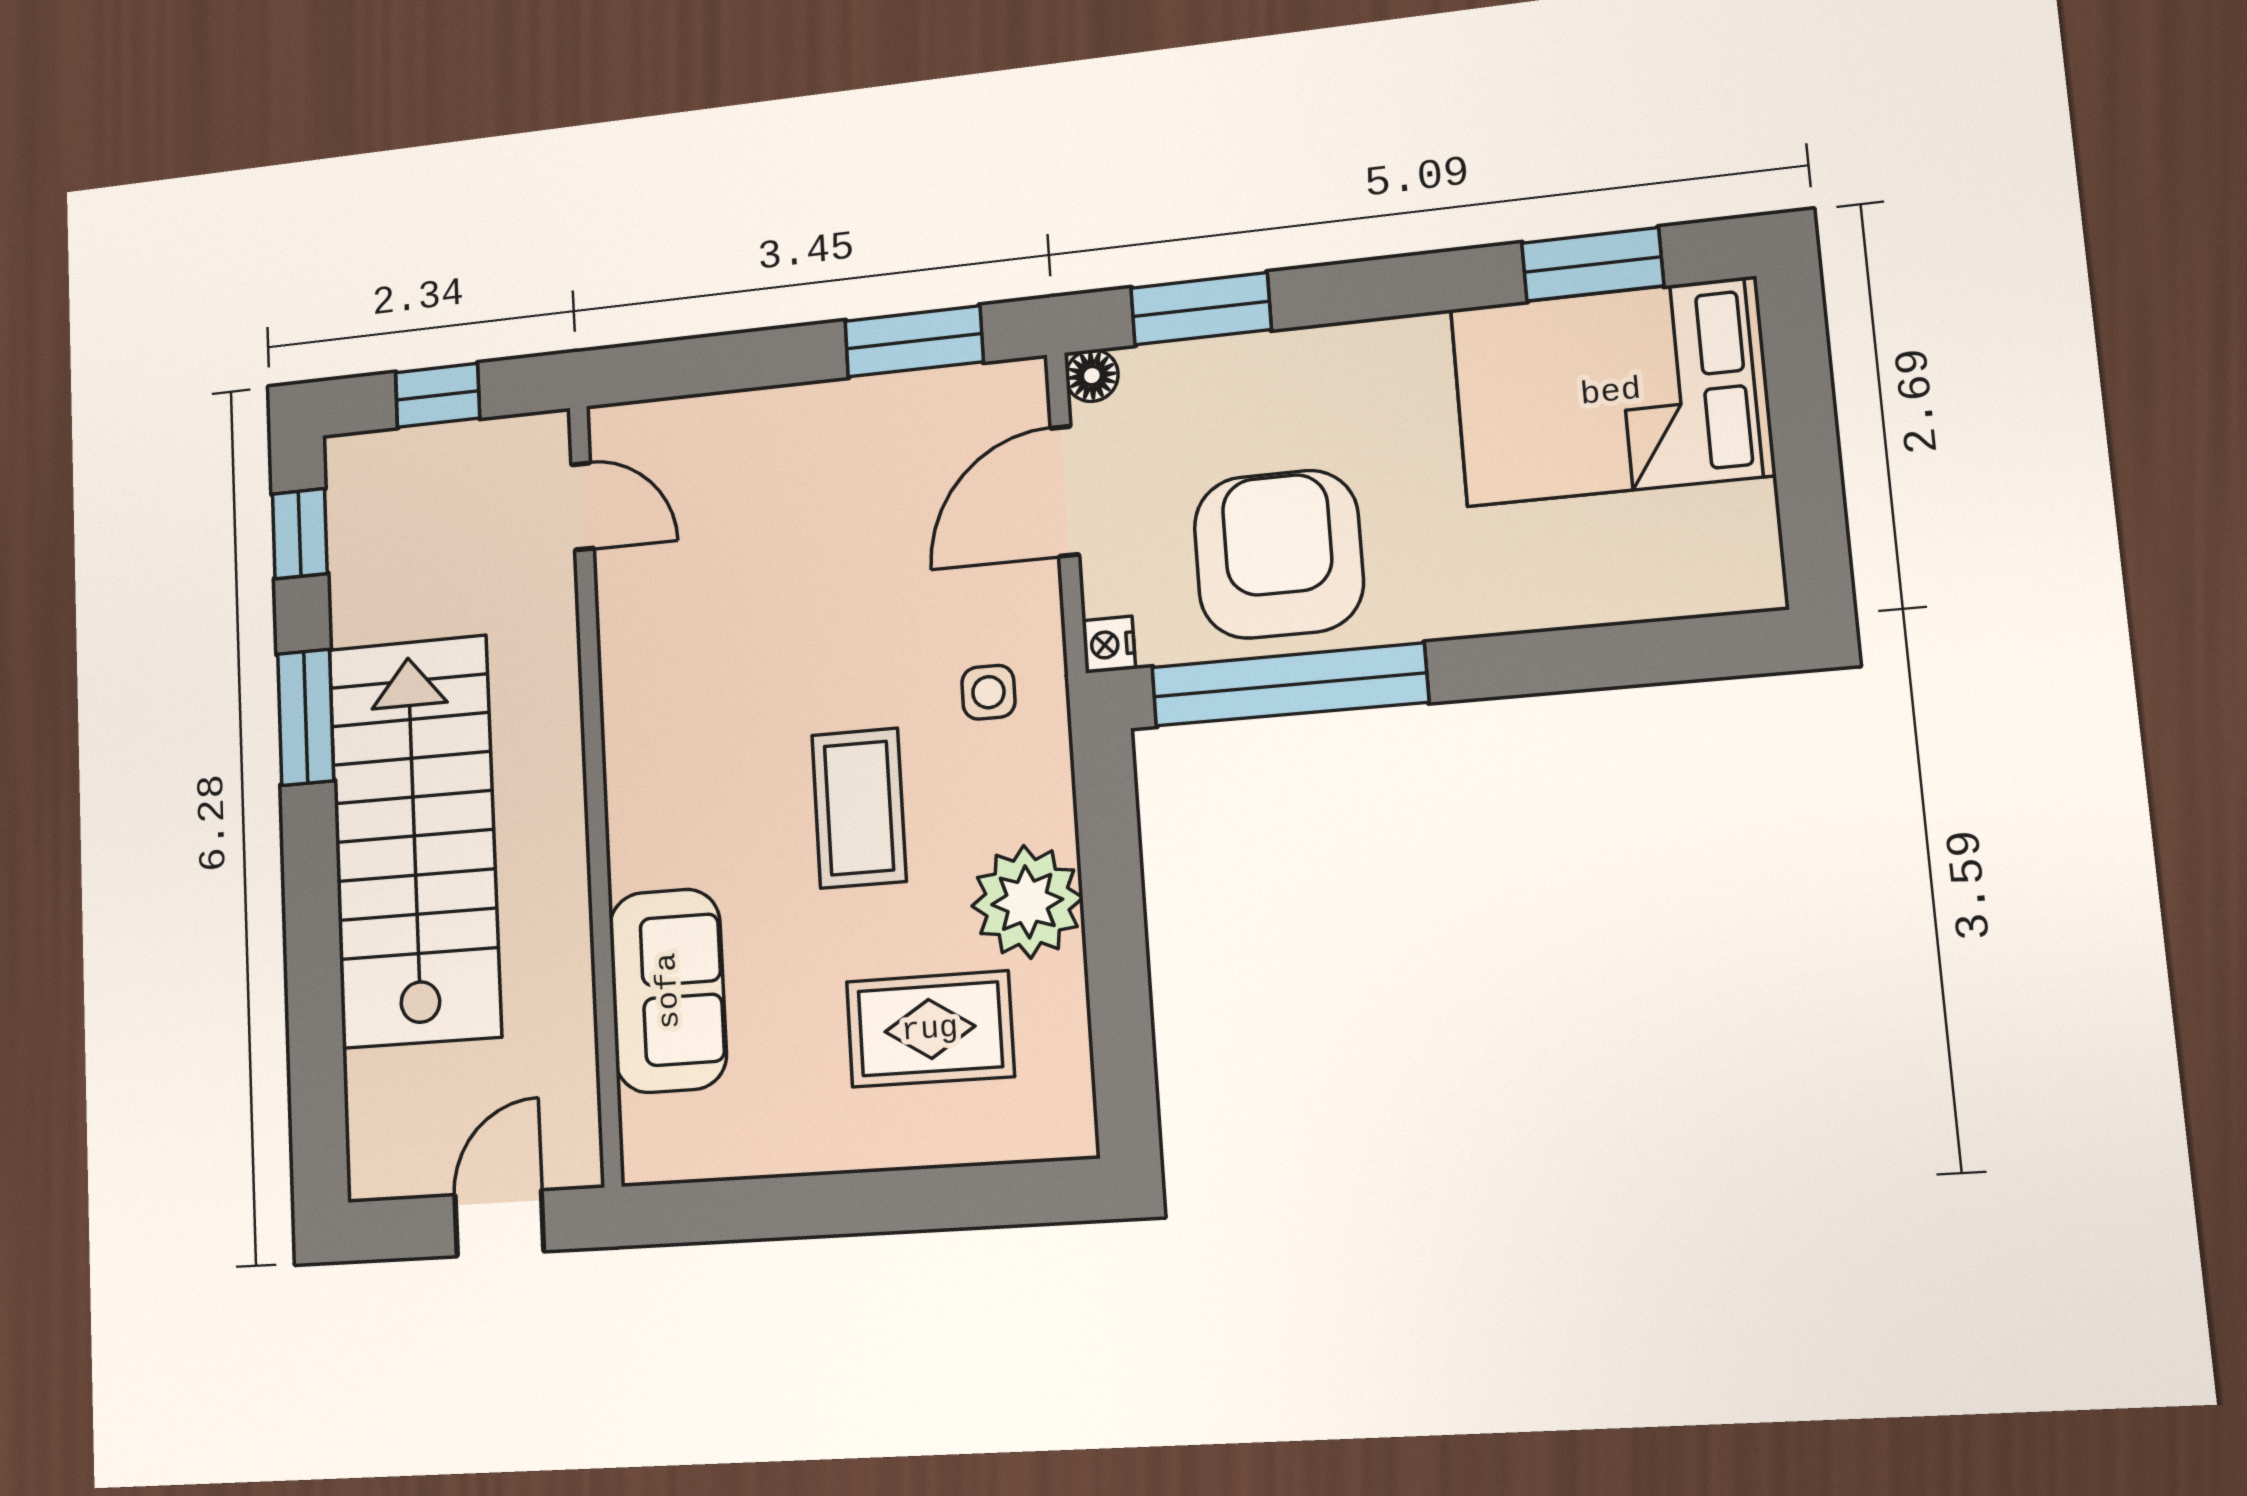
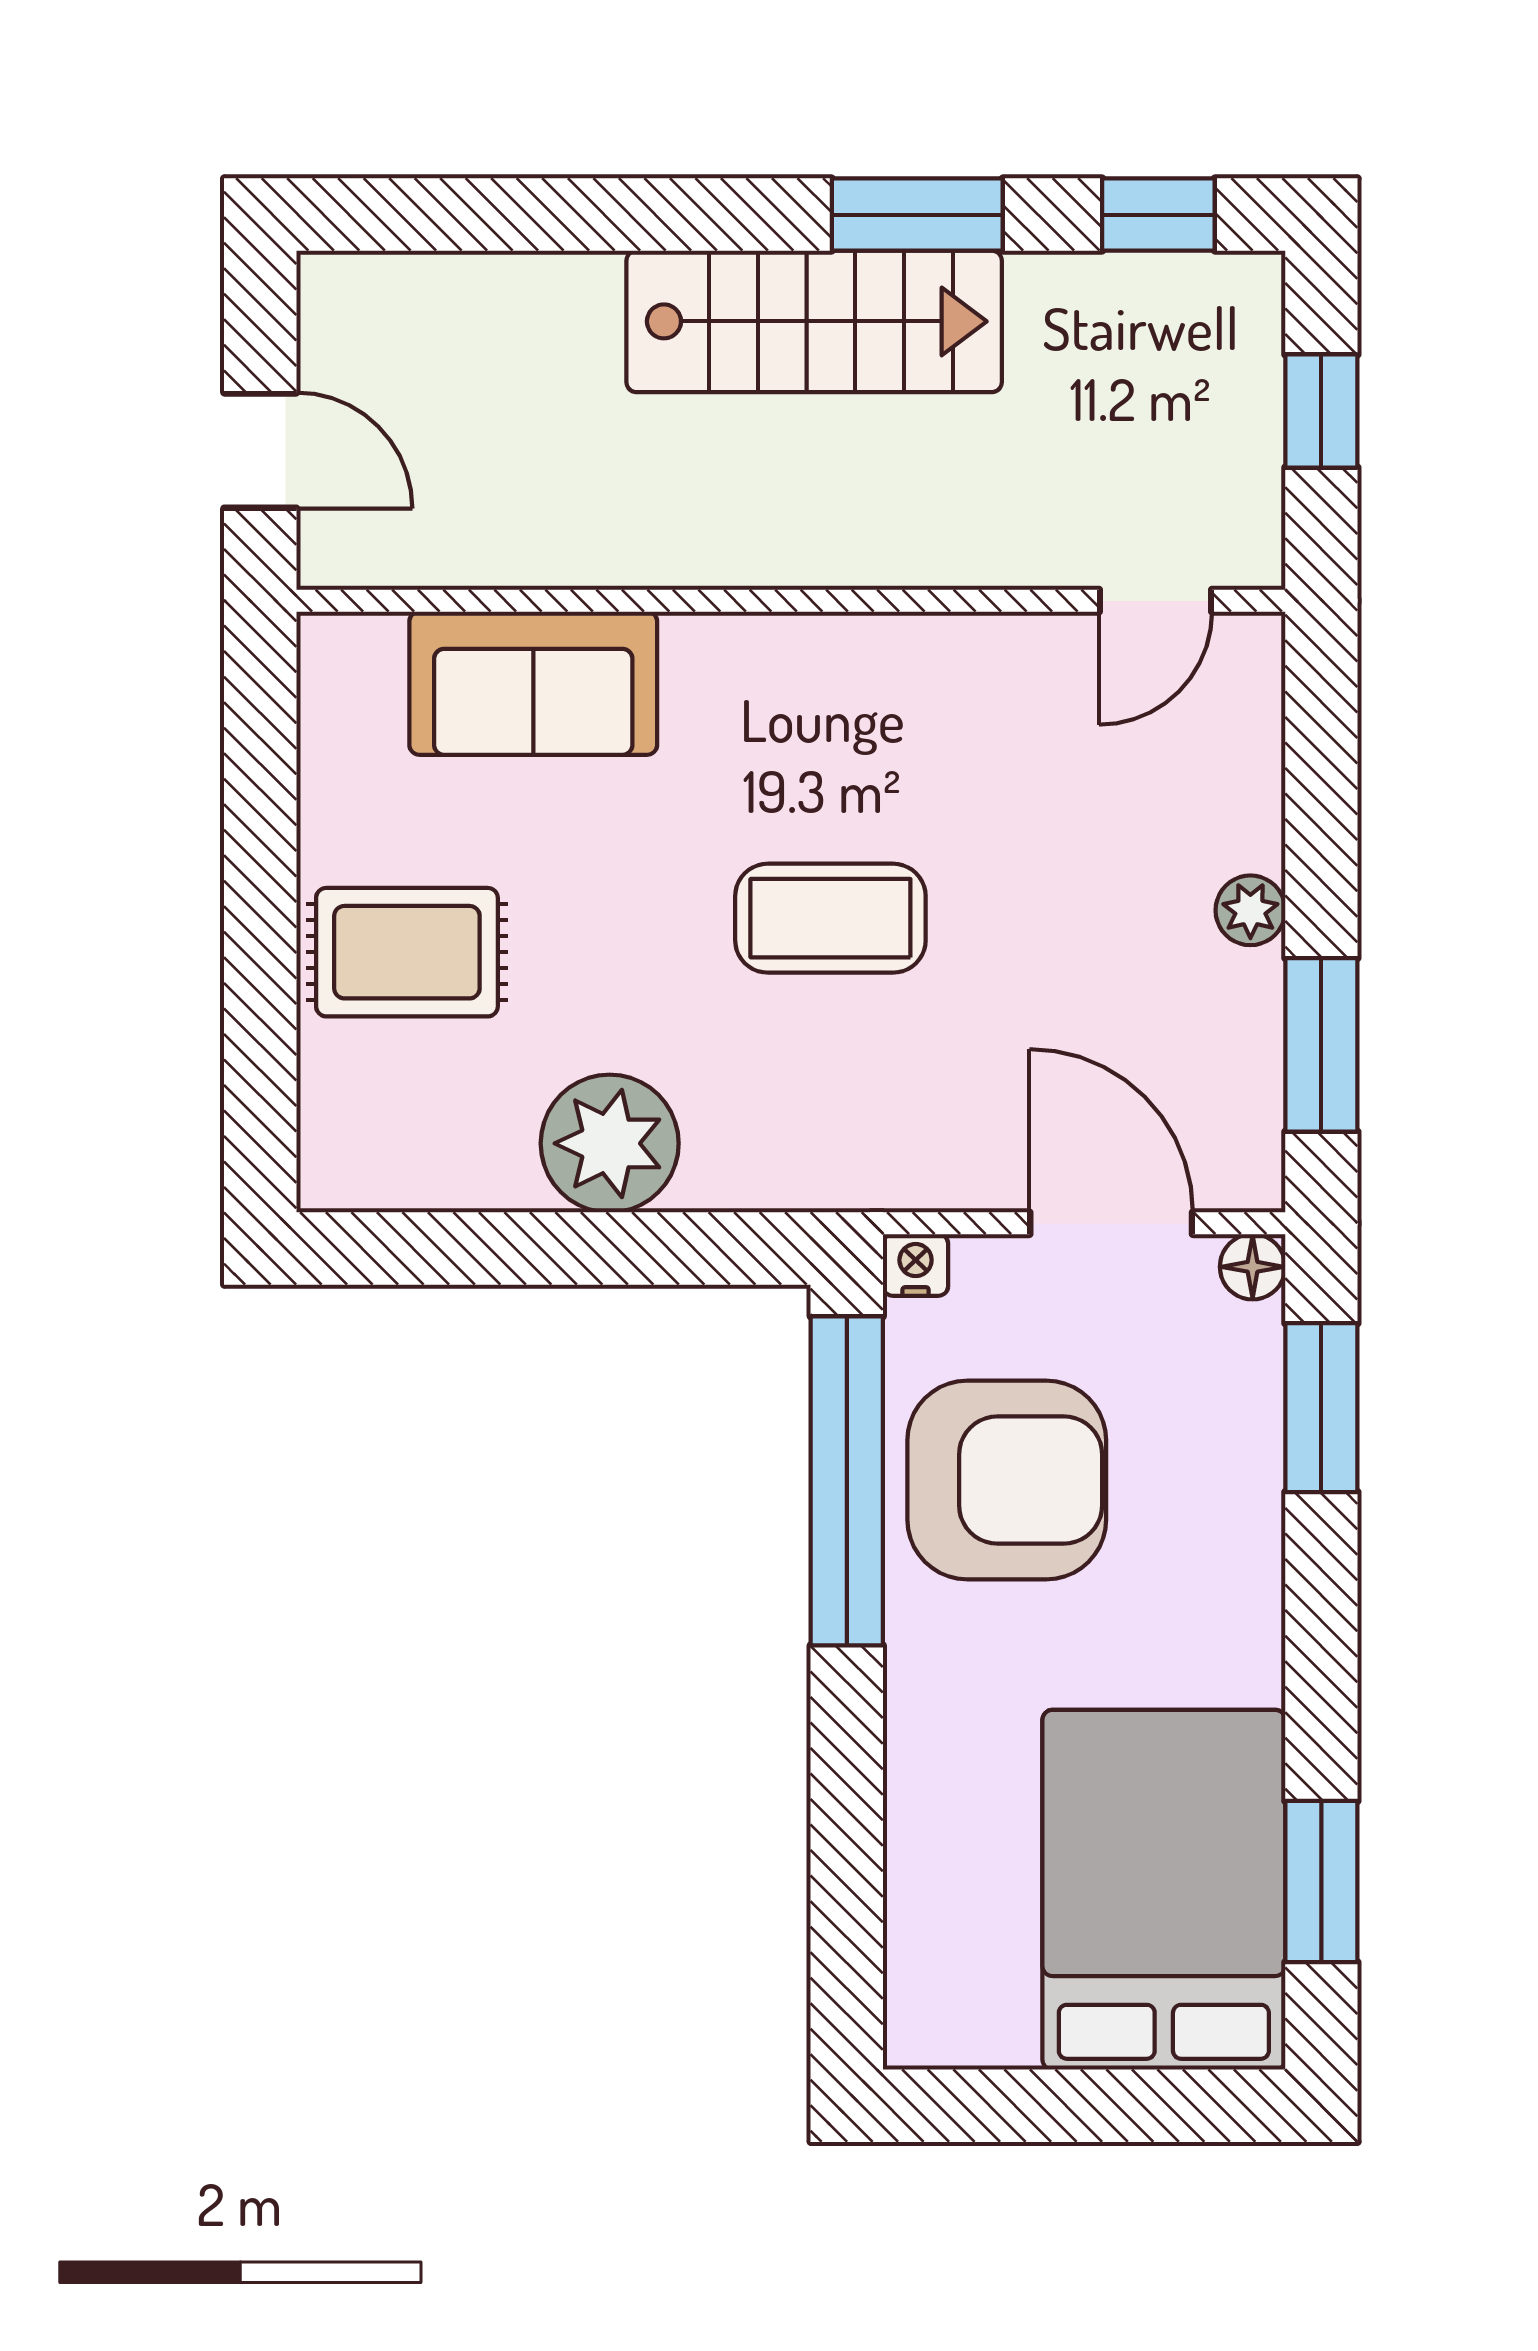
plant: (813, 408) -> (1250, 910), added
side table: (988, 692) -> (870, 1112), removed
coffee table: (859, 808) -> (830, 918), moved
stairs: (415, 841) -> (814, 321), width x0.73, depth x0.66
rug: (930, 1029) -> (407, 952), moved, turned 90

